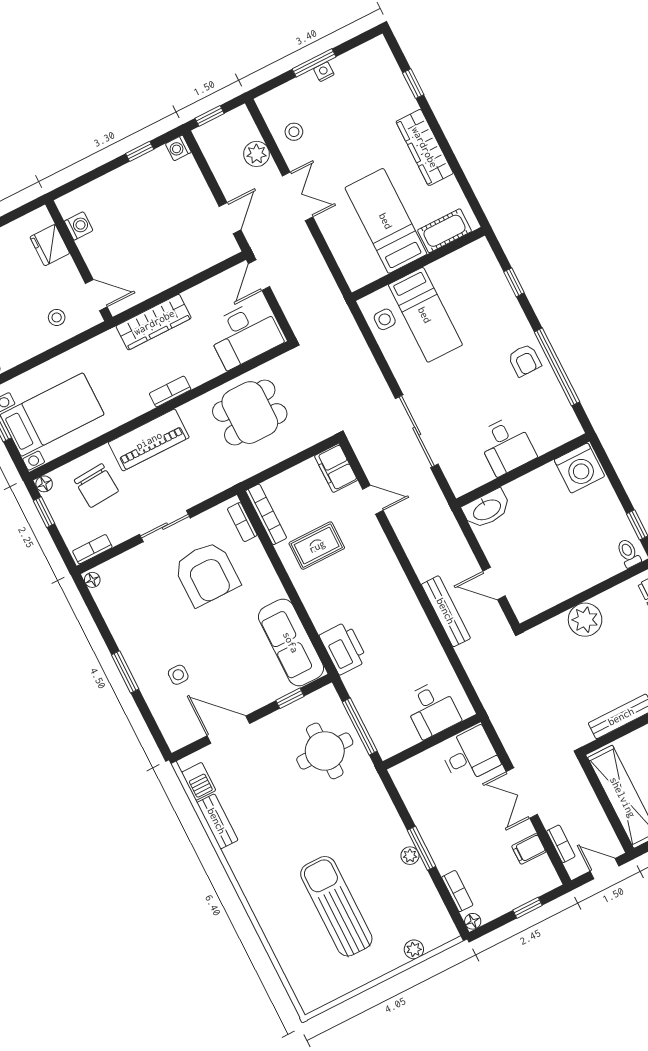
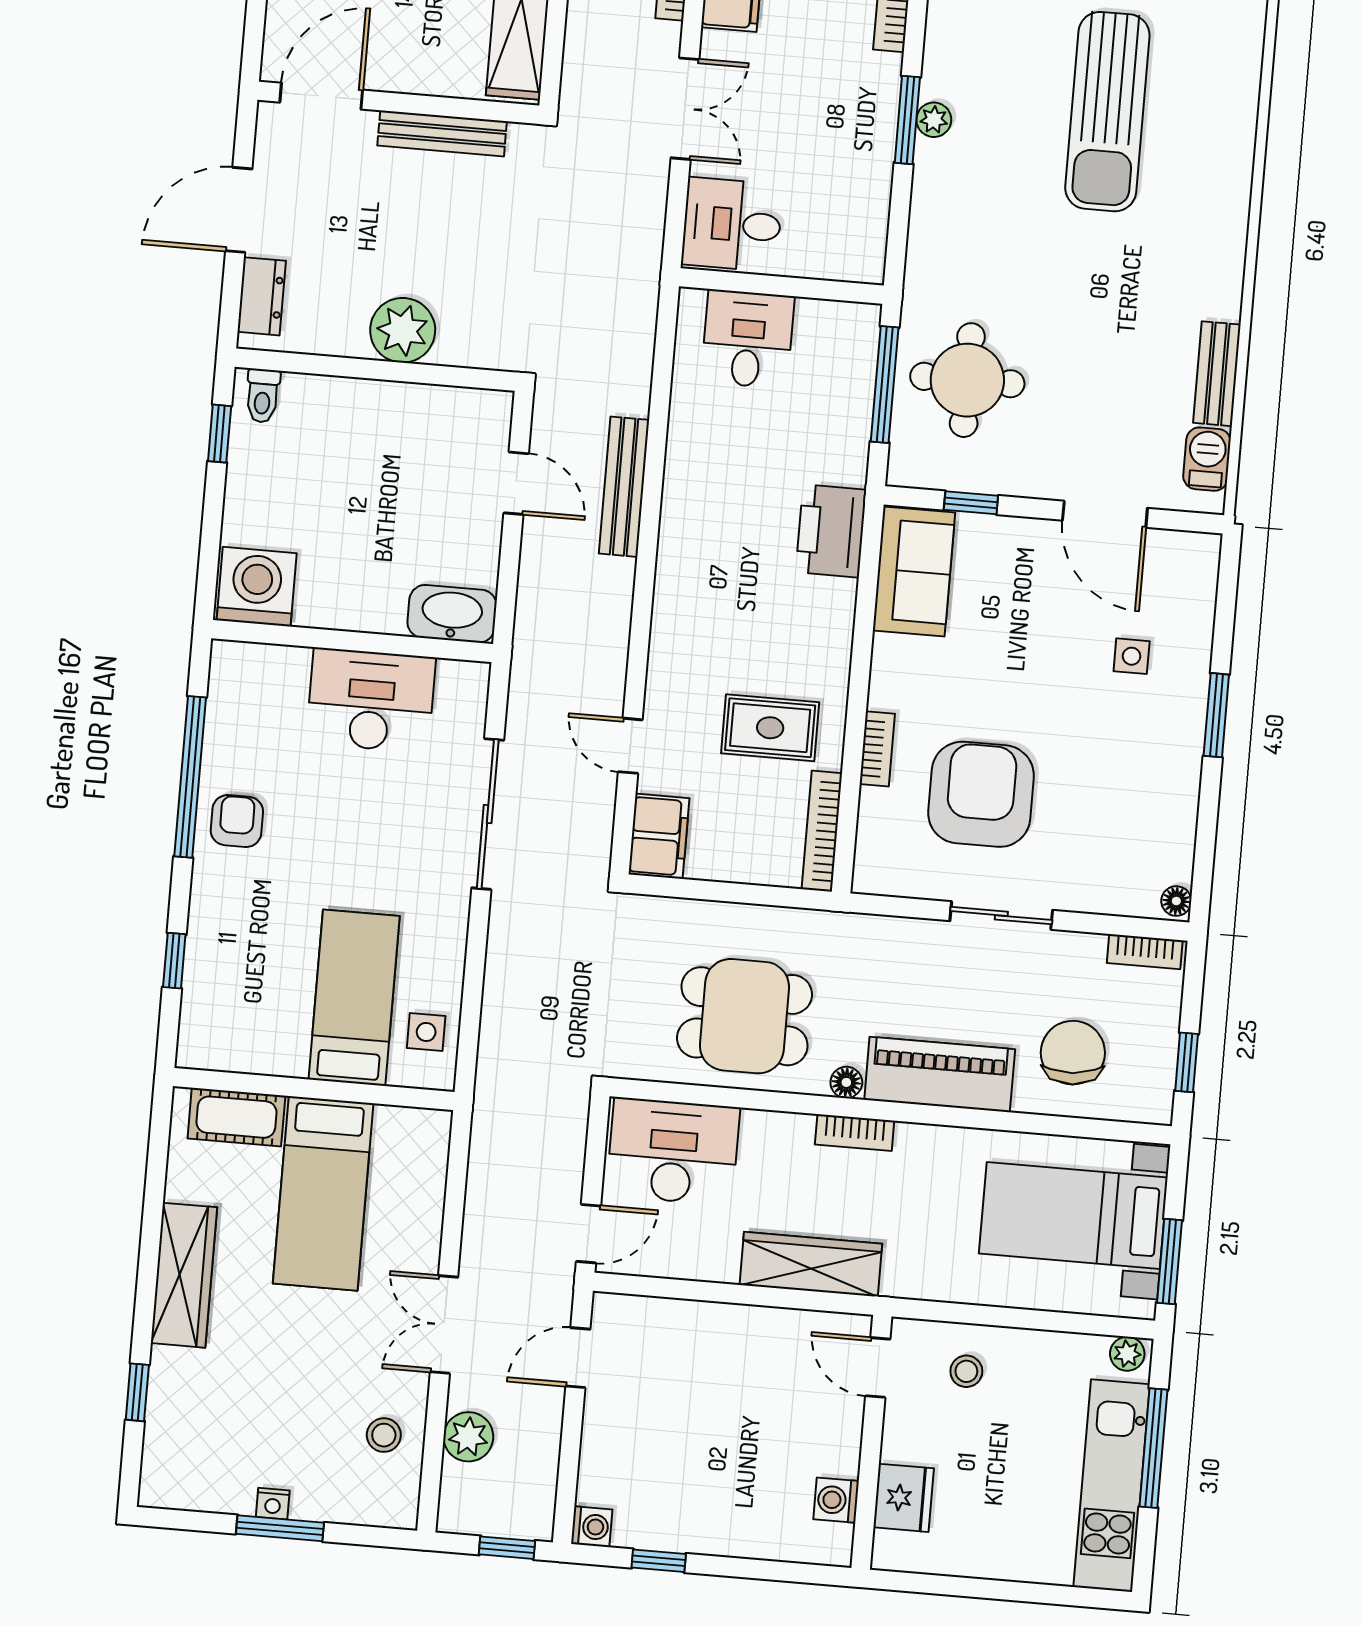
desk: (506, 446) -> (371, 700), width x1.37
floor lamp: (44, 484) -> (846, 1082), moved
bookcase: (242, 522) -> (877, 749), moved
sofa: (291, 642) -> (914, 572), width x0.73

